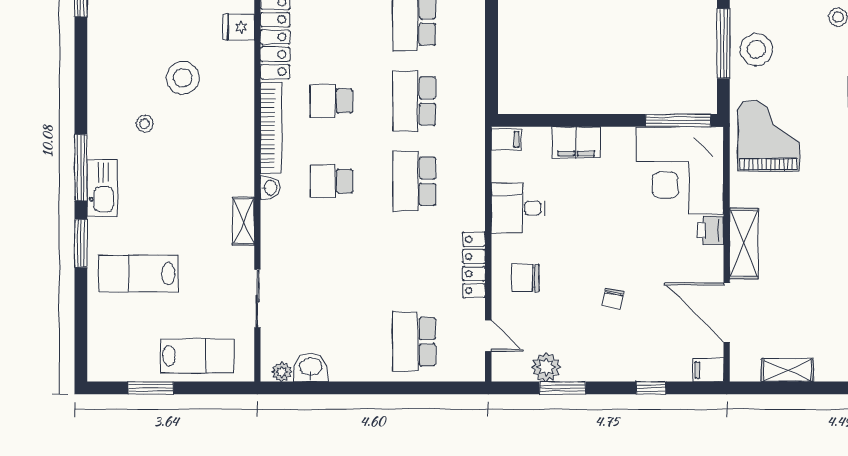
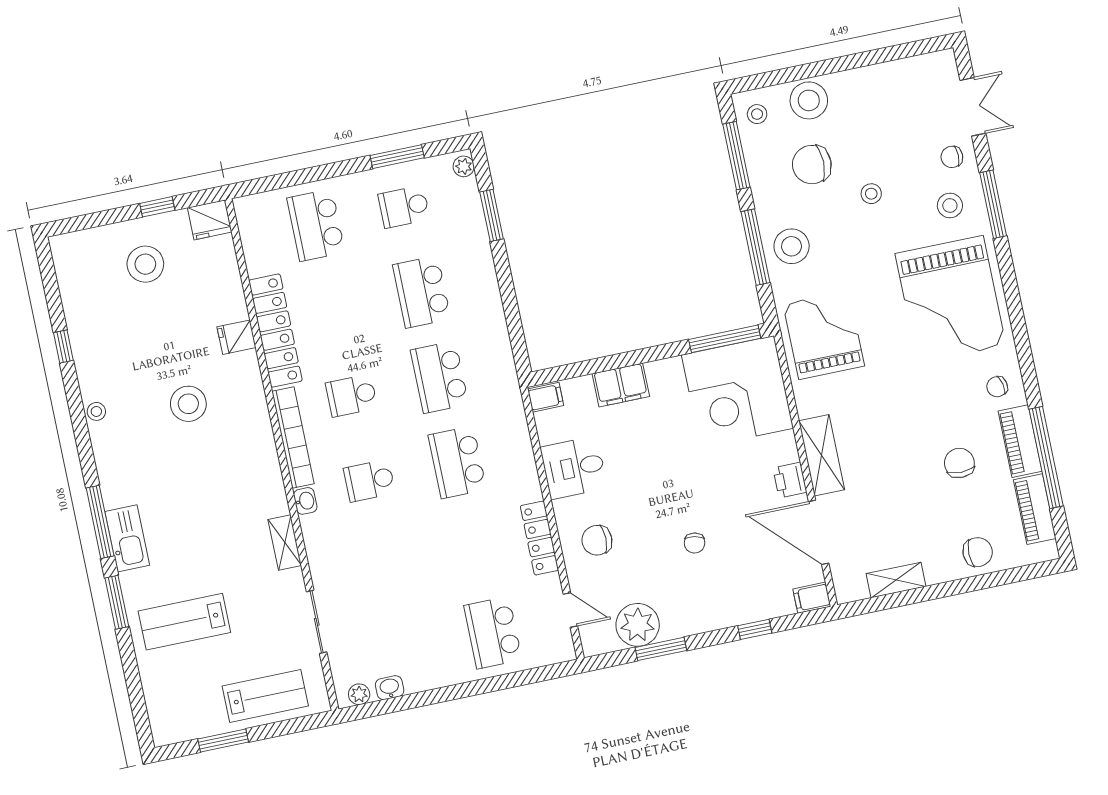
stool: (145, 124) -> (96, 411), moved
printer: (711, 230) -> (790, 480), moved
washbasin: (311, 367) -> (390, 688), width x0.72, depth x0.69
plant: (546, 367) -> (638, 625), width x1.36, depth x1.36

